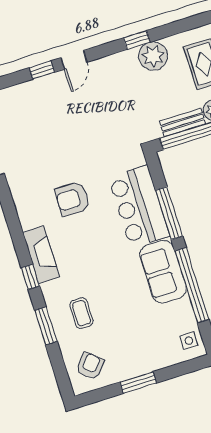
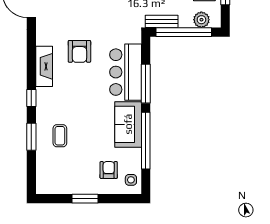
bench: (183, 123) -> (162, 21), moved
armchair: (73, 199) -> (79, 51), turned -90
fireplace: (41, 255) -> (44, 66), moved
armchair: (90, 366) -> (109, 170), moved, turned -40

